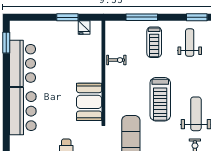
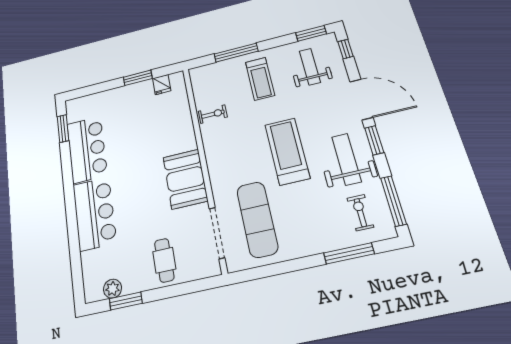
treadmill: (160, 99) -> (287, 151), turned 180

